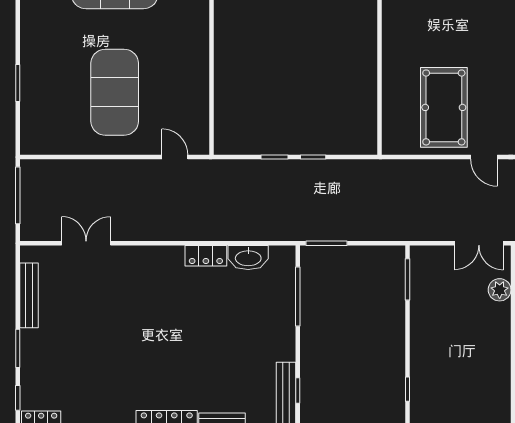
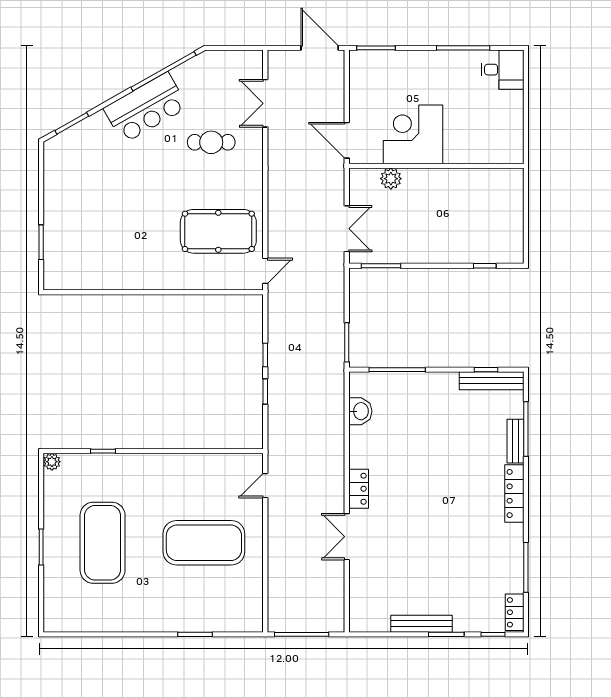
door: (484, 157) -> (265, 271), moved
double door: (86, 243) -> (347, 537), moved
double door: (479, 243) -> (347, 229), moved
locker: (206, 256) -> (359, 489), moved
washbasin: (248, 258) -> (360, 411), width x0.72
bench: (29, 295) -> (422, 624), moved

